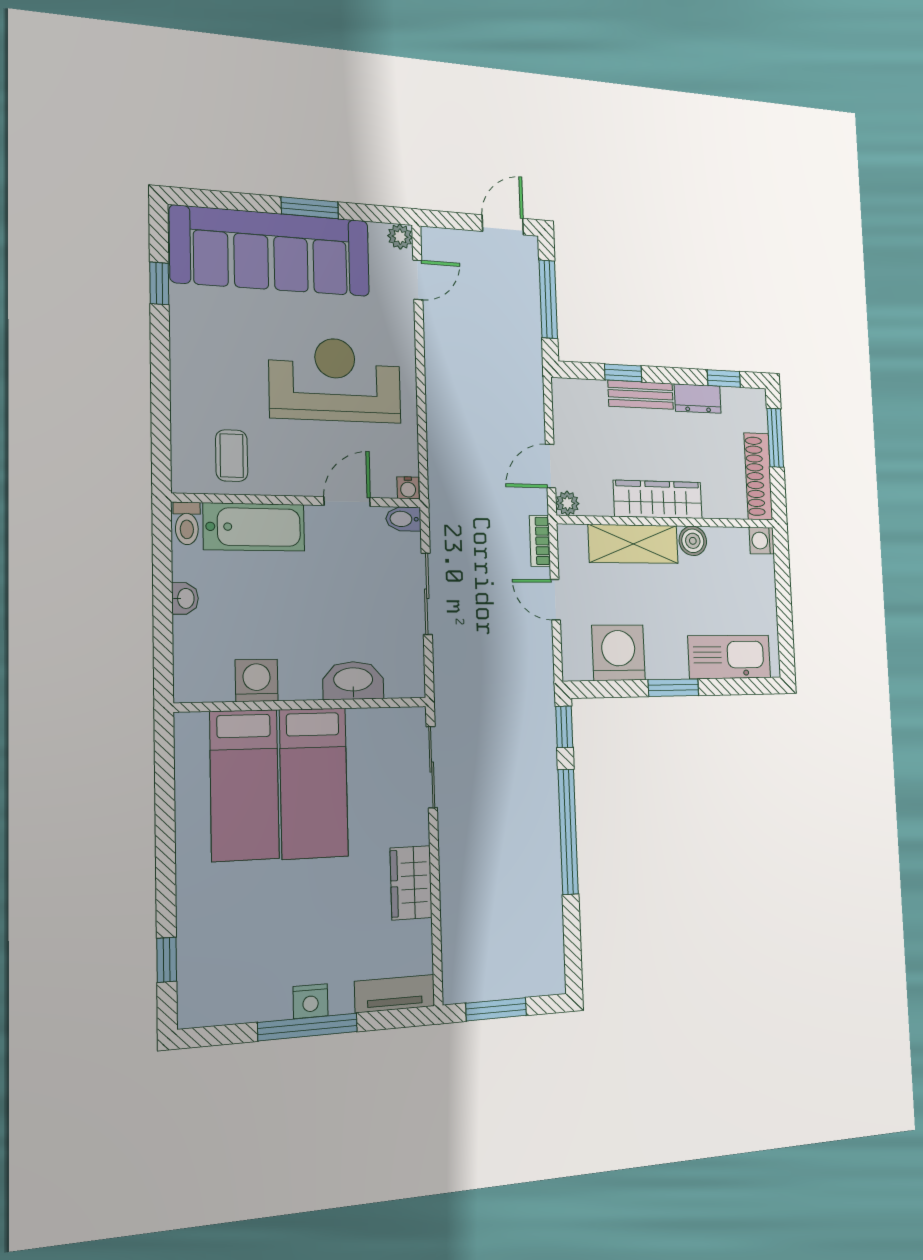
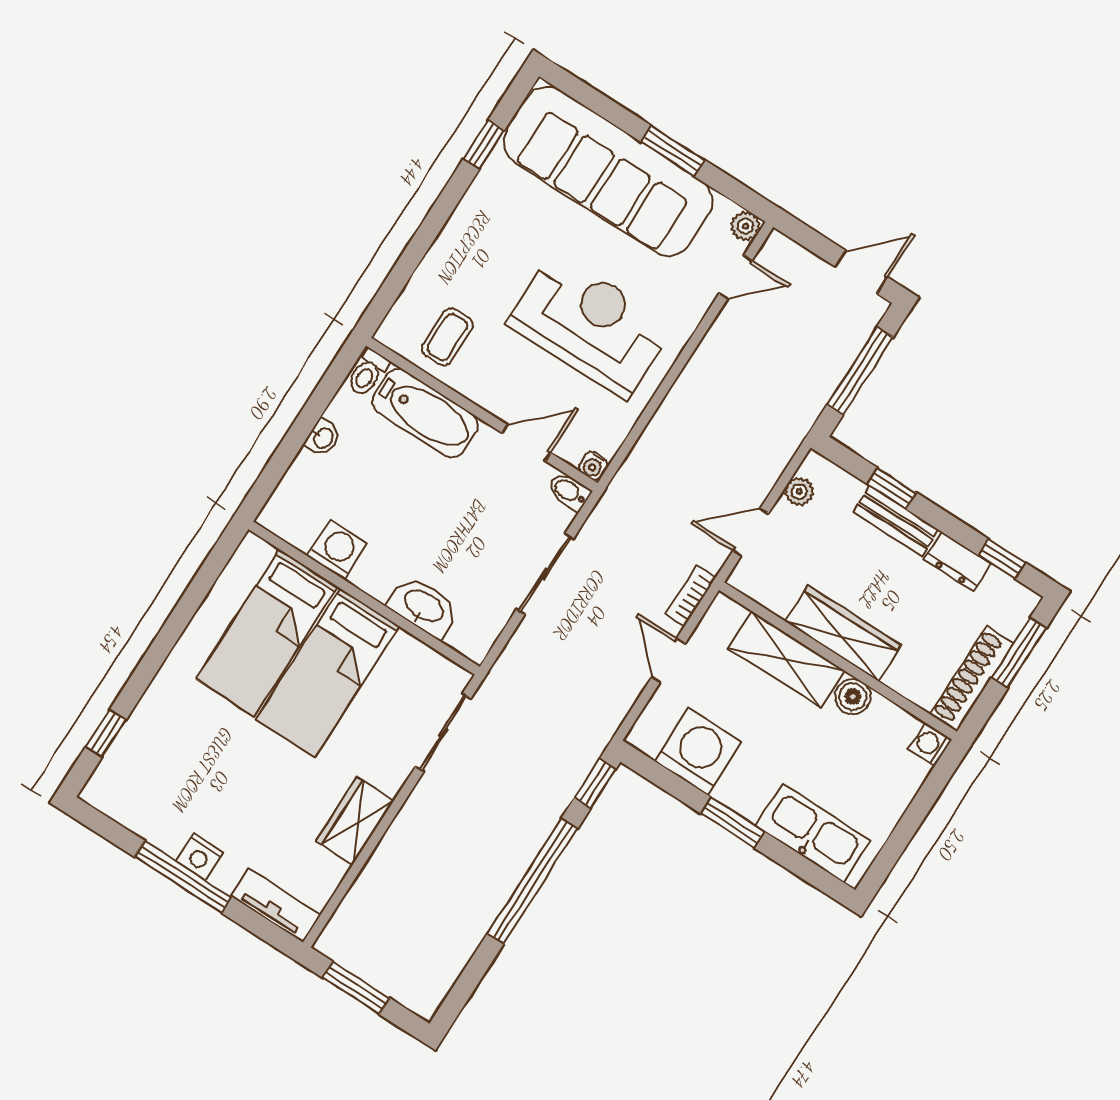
plant: (567, 503) -> (799, 492), moved

